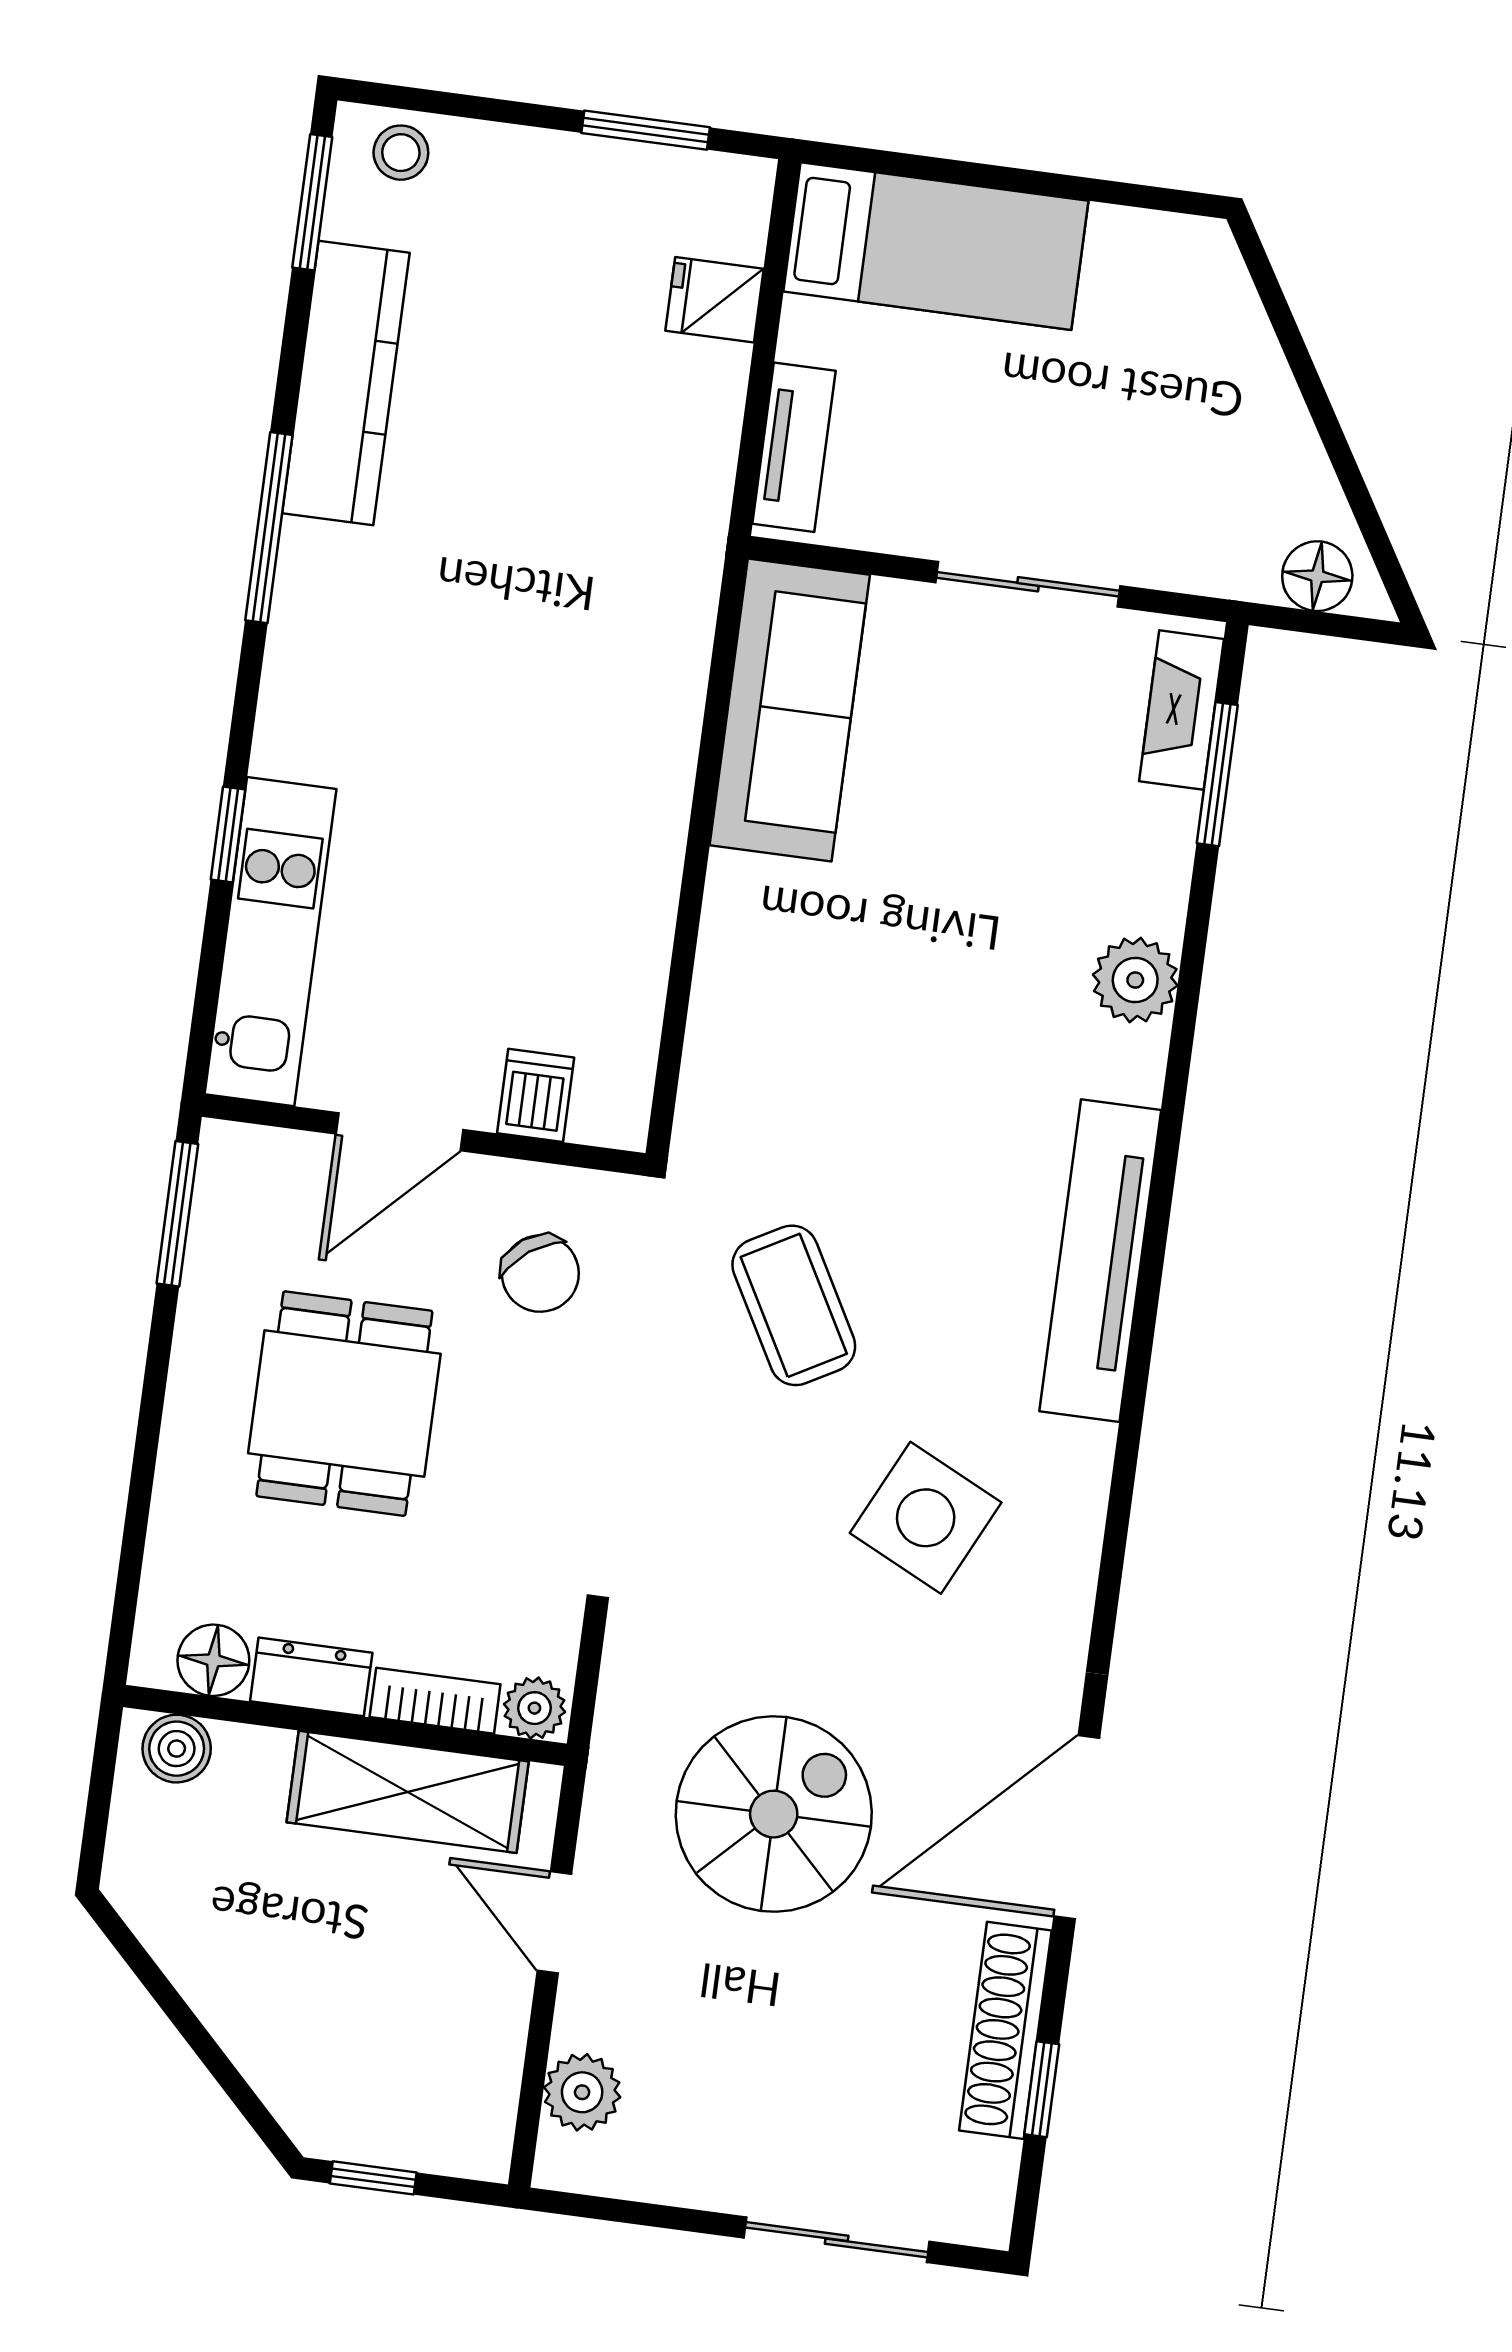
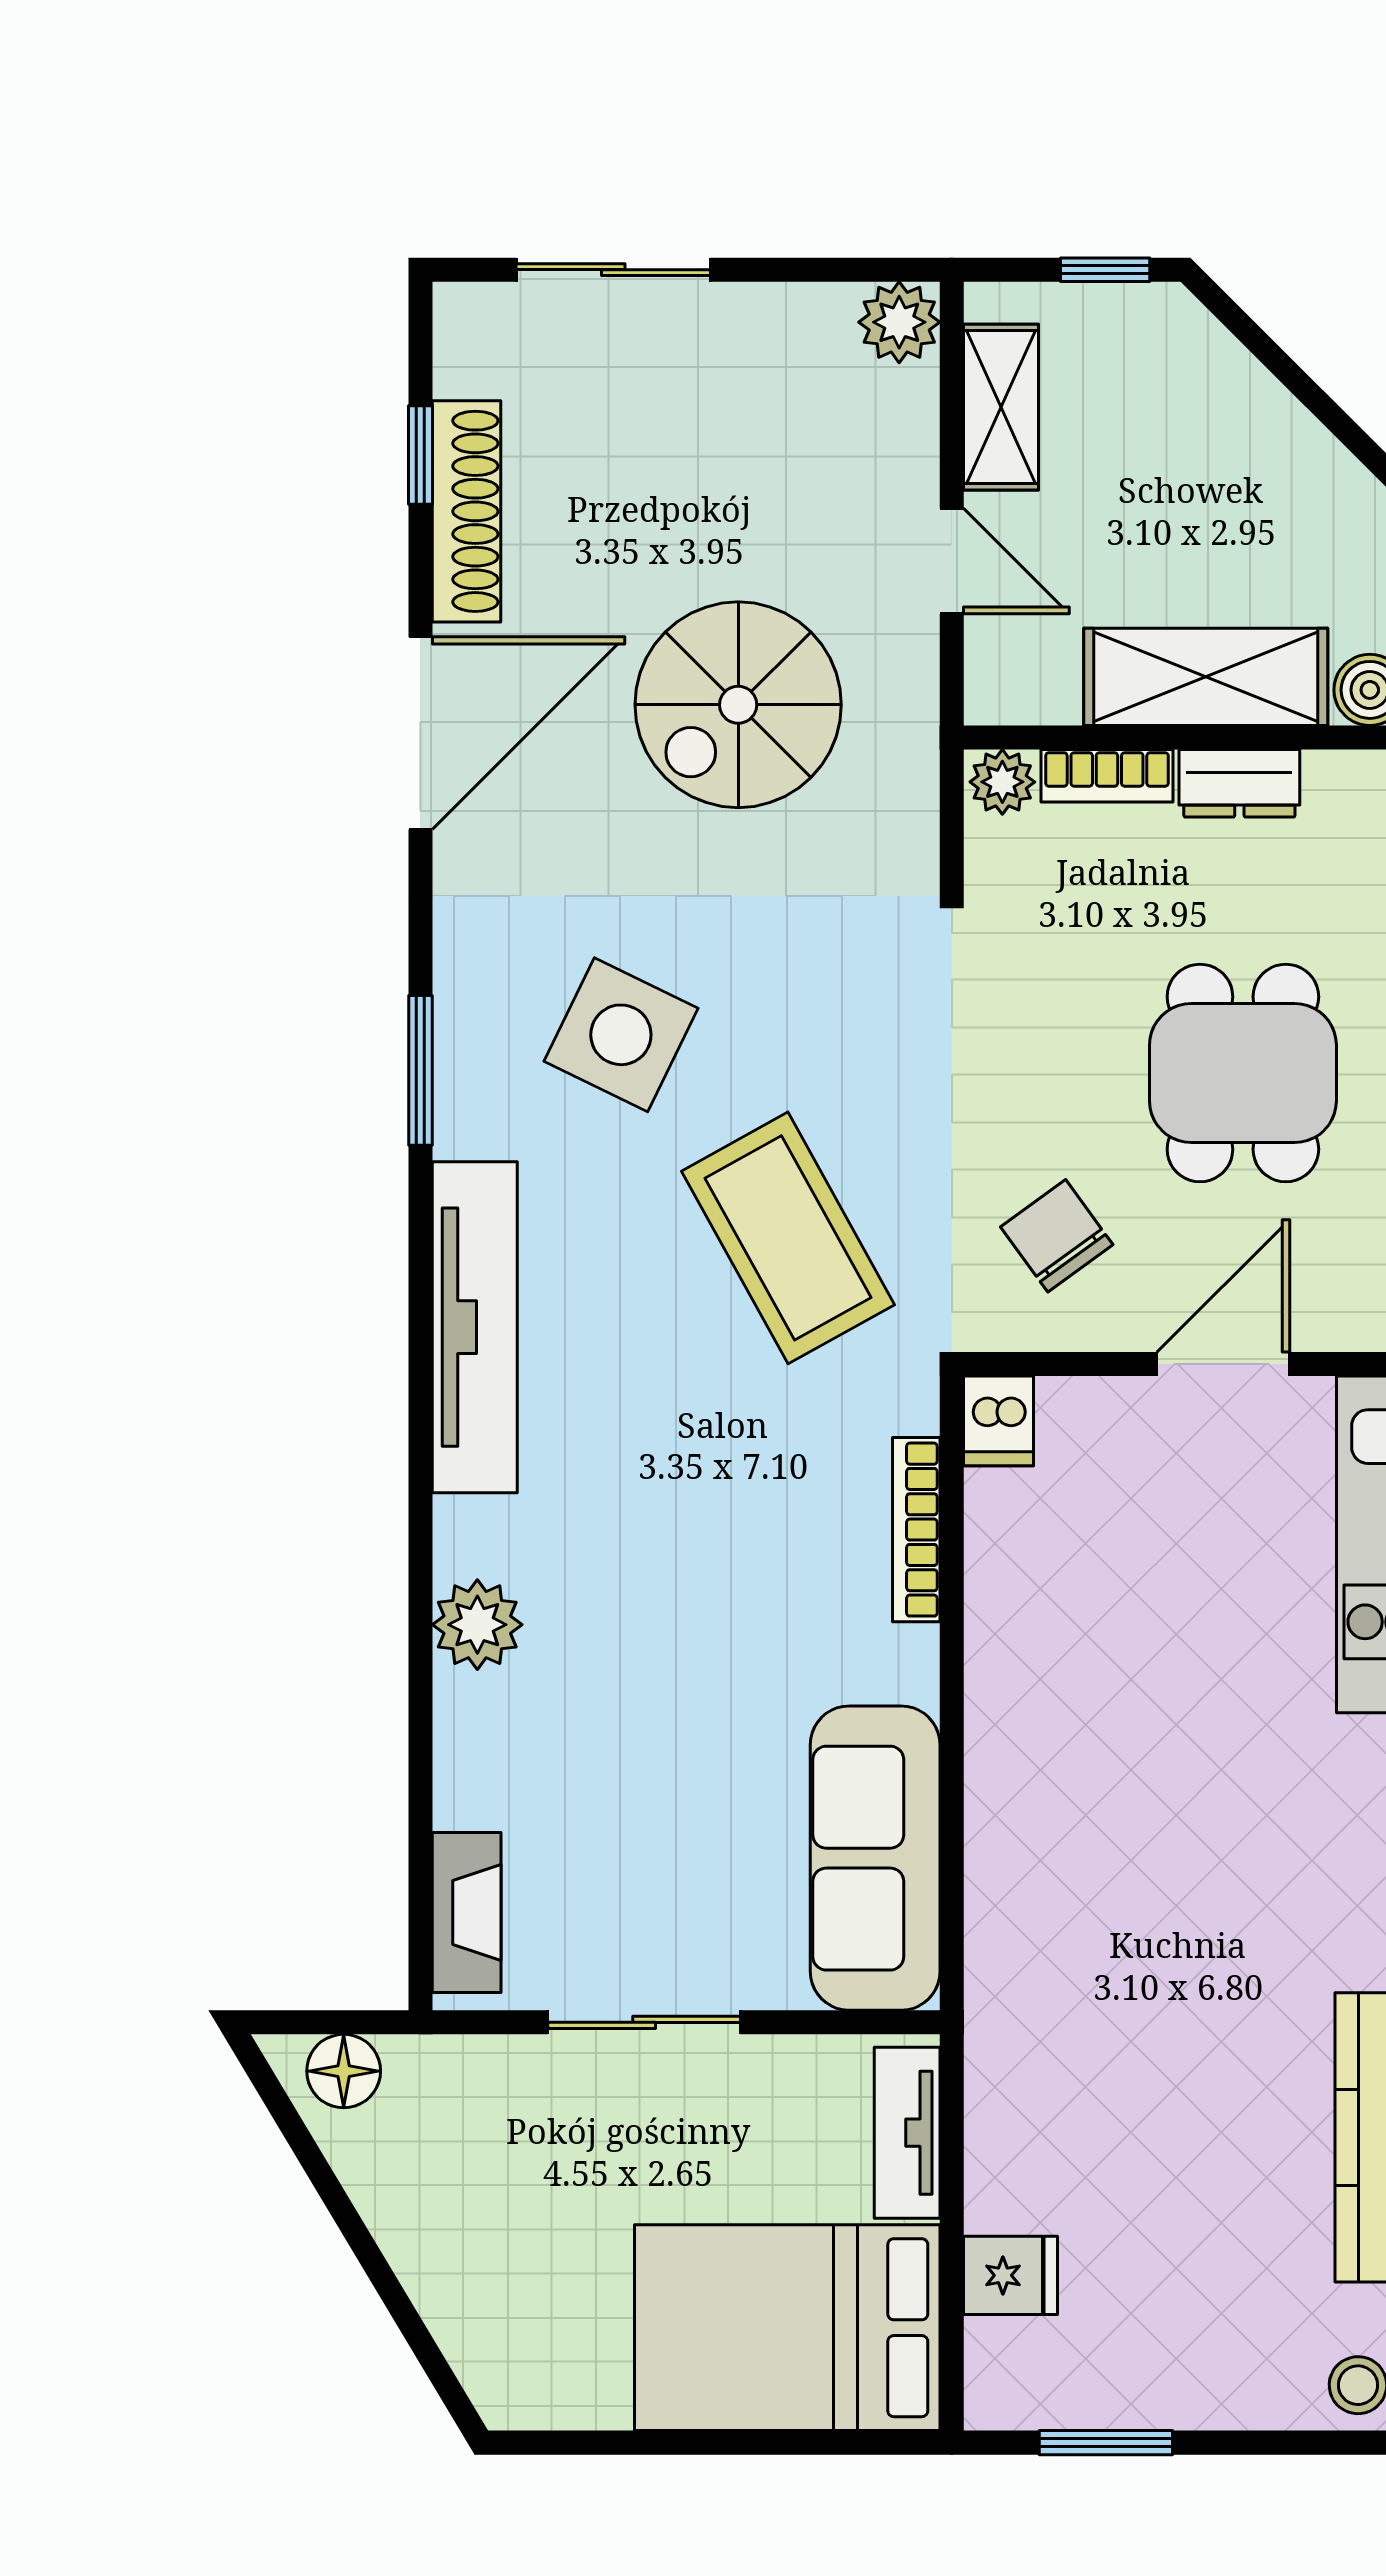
bed: (936, 246) -> (787, 2328), width x1.50
window: (1217, 774) -> (420, 1070), moved
bookcase: (710, 1014) -> (916, 1530), added
dishwasher: (536, 1095) -> (999, 1421), moved
coffee table: (794, 1305) -> (788, 1238), width x1.36, depth x1.32
floor lamp: (213, 1660) -> (1344, 787), removed
shelving: (408, 1792) -> (1206, 677), moved
shelving: (489, 2062) -> (1001, 407), added
plant: (582, 2092) -> (899, 322), moved

